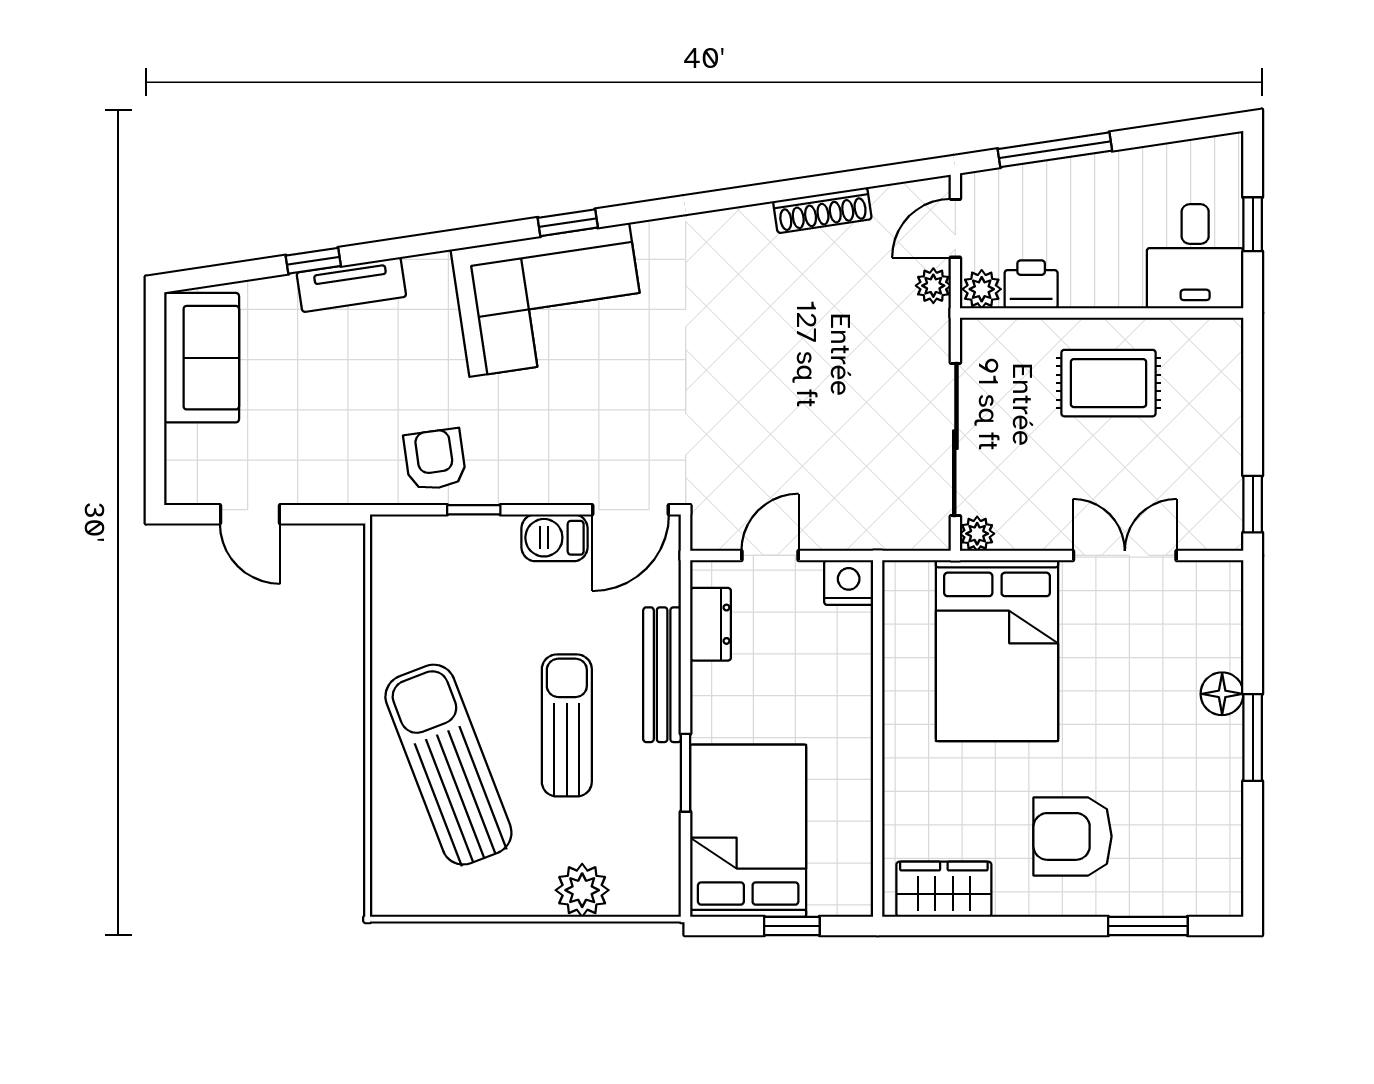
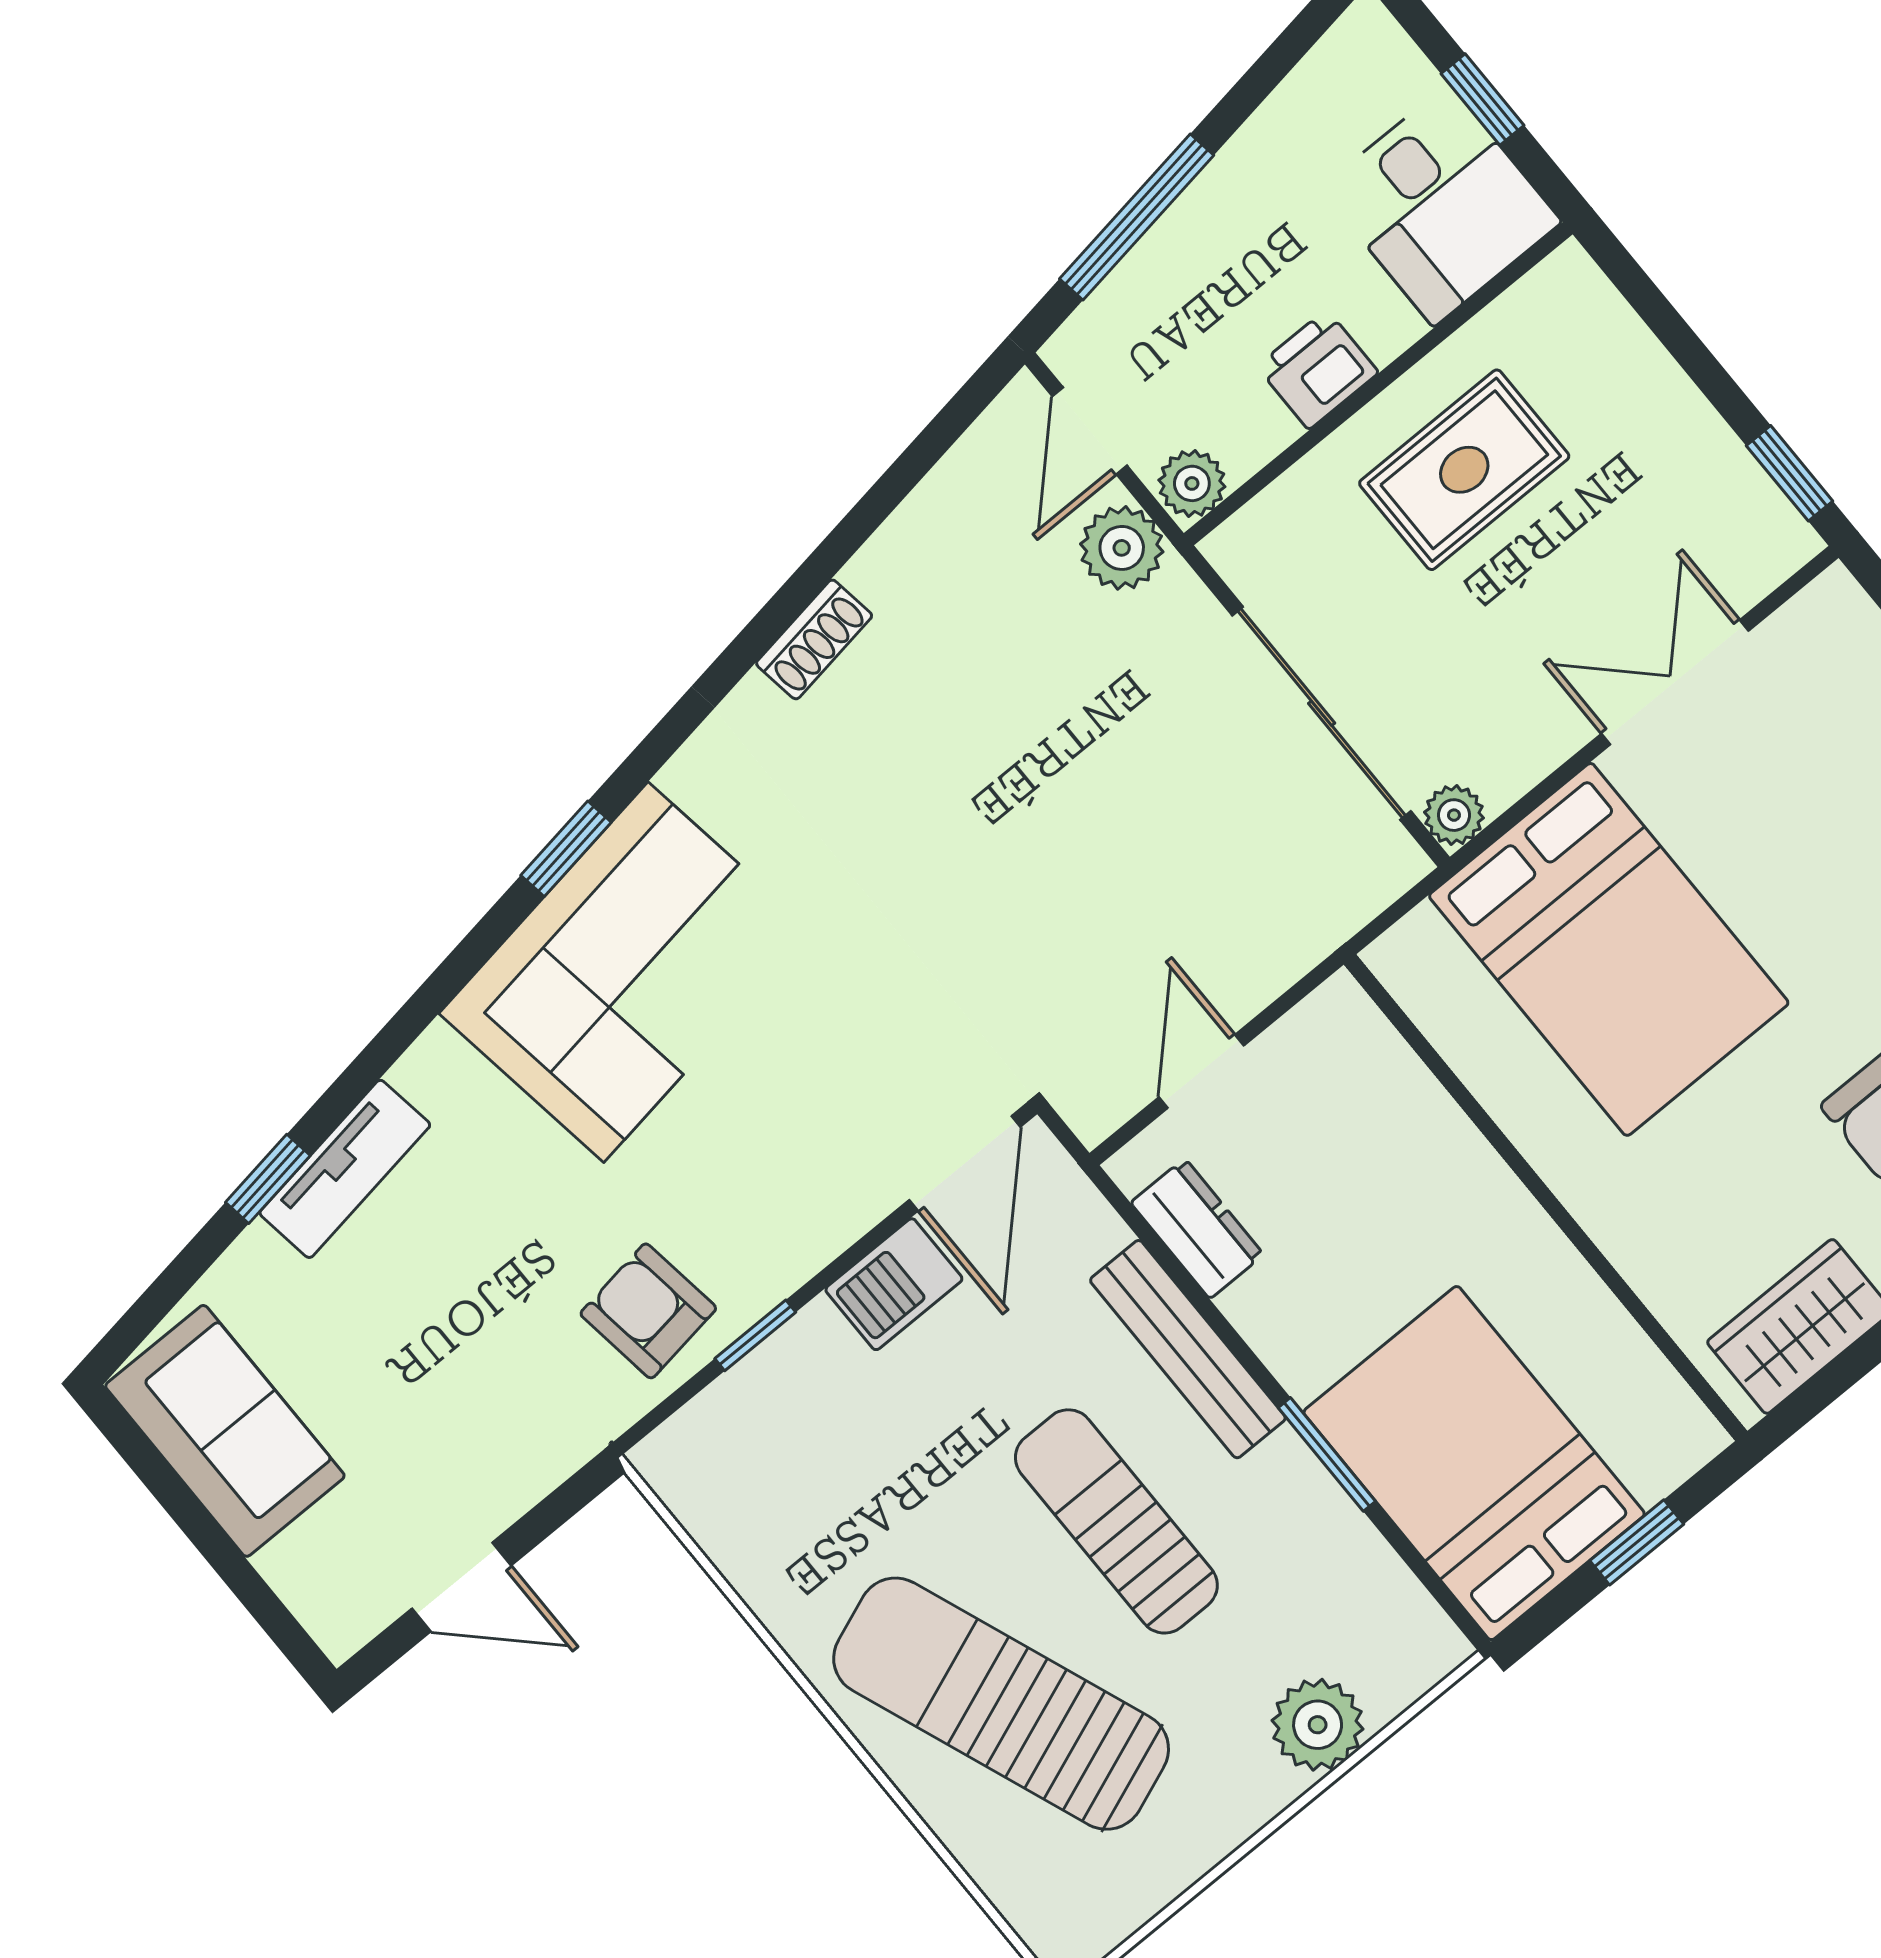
shoe rack: (822, 210) -> (814, 639), moved, width x0.70
printer: (1031, 284) -> (1318, 369), moved
plant: (933, 286) -> (1122, 548), width x1.38, depth x1.38
nightstand: (849, 582) -> (1336, 1021), removed

